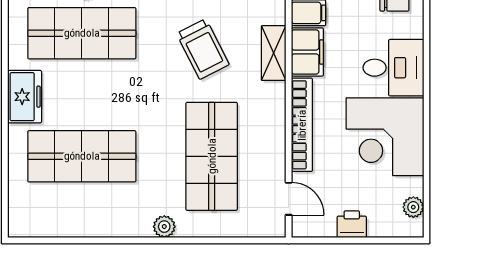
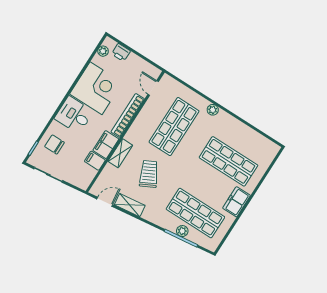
printer: (352, 224) -> (121, 52), moved

